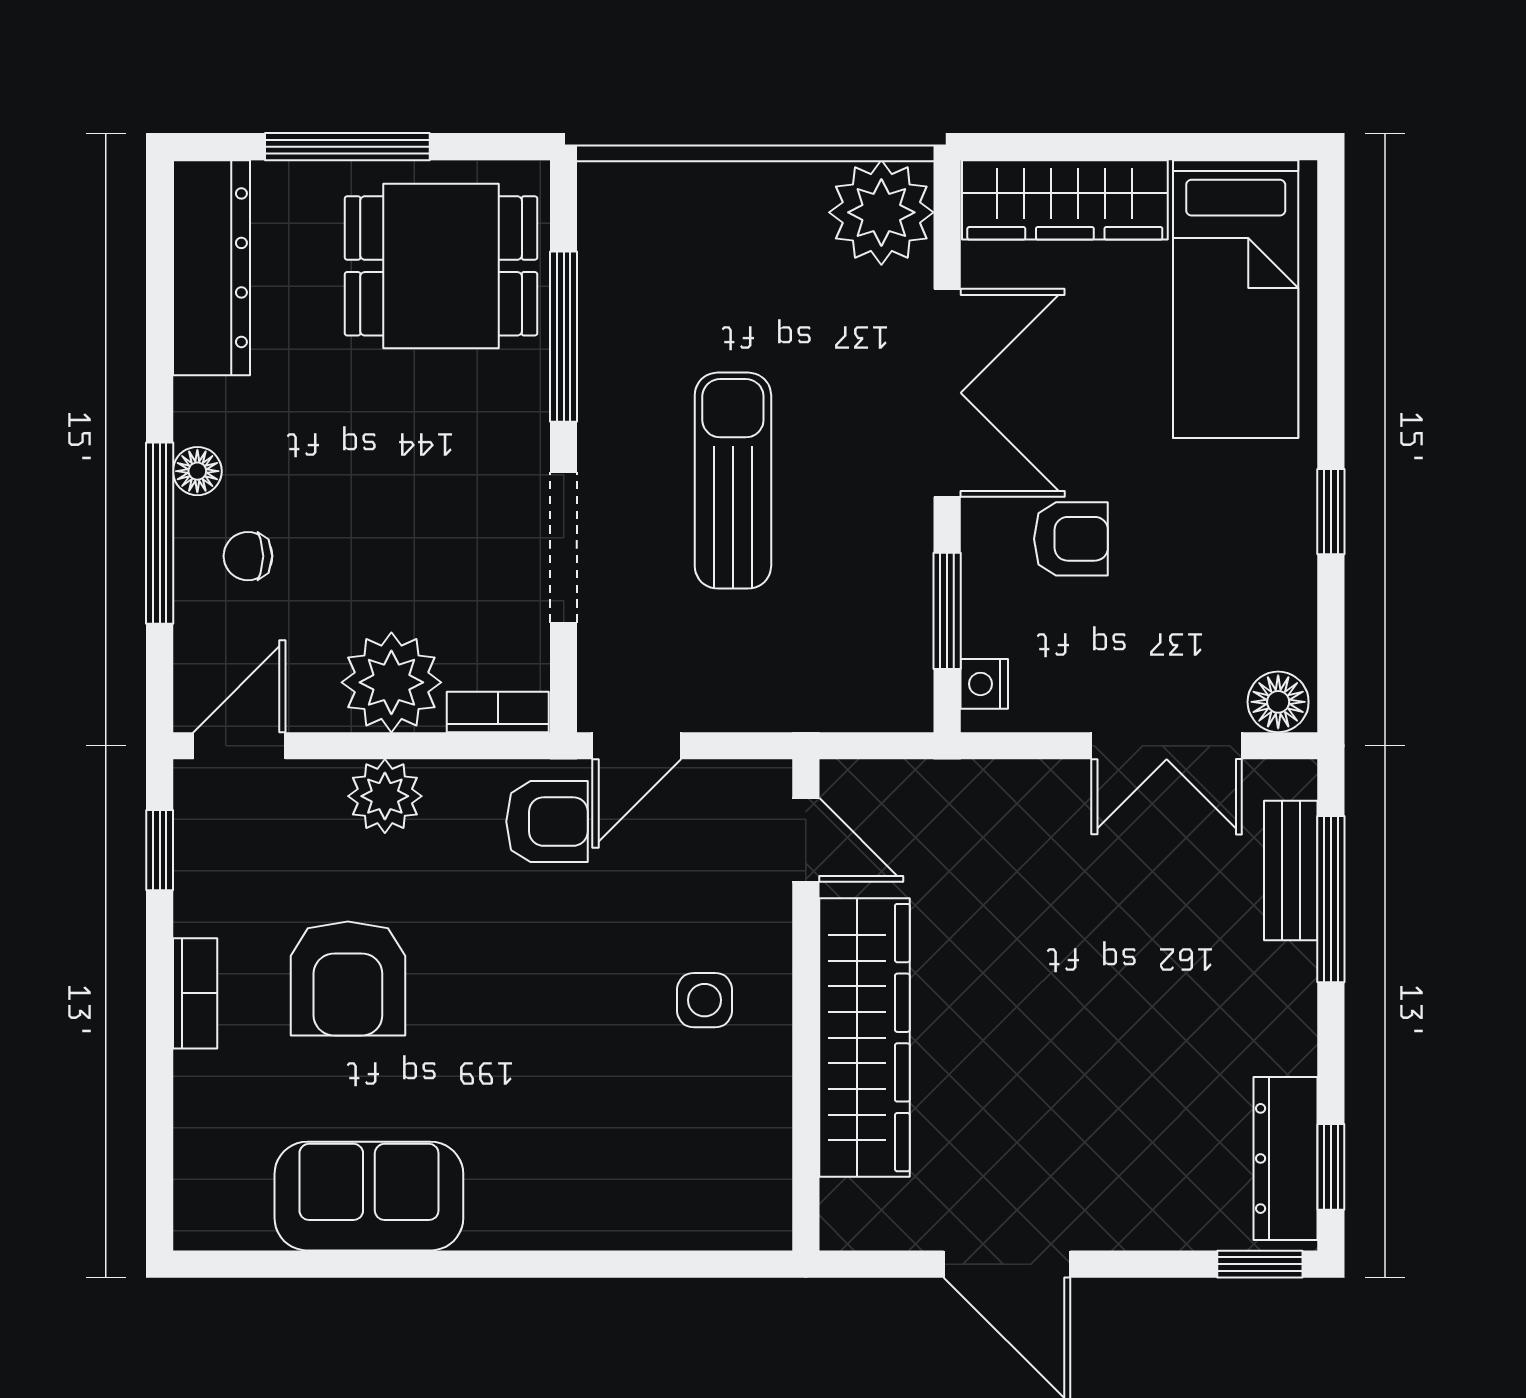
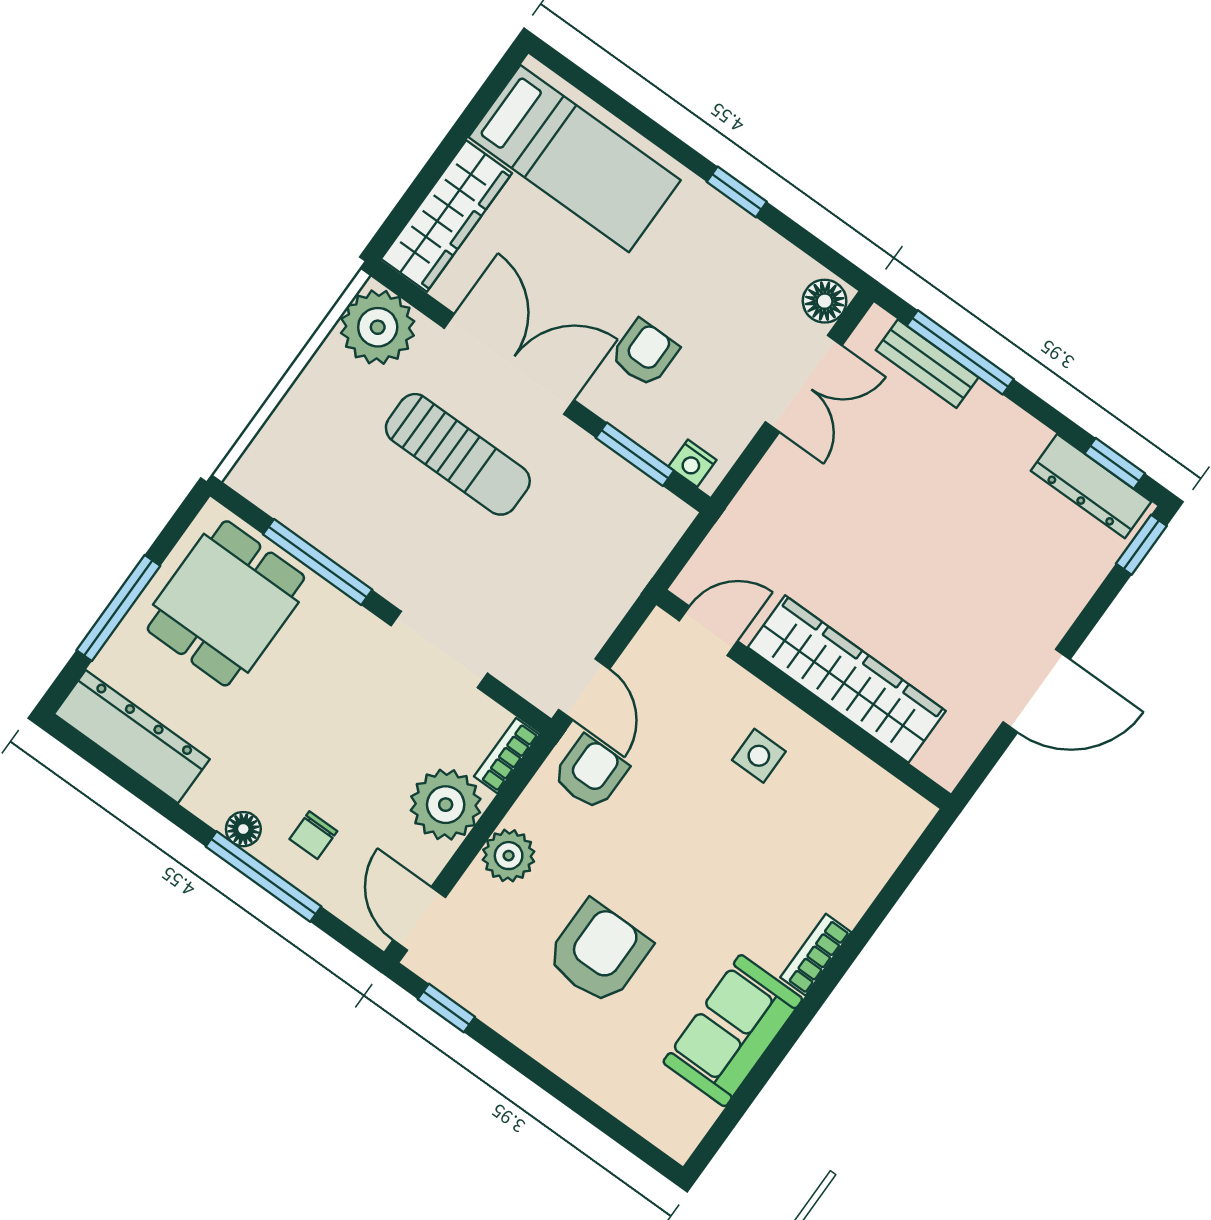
sun lounger: (733, 481) -> (458, 454), moved, turned 180
armchair: (348, 979) -> (599, 953), turned -90
bookcase: (195, 993) -> (816, 955), moved, turned -90

